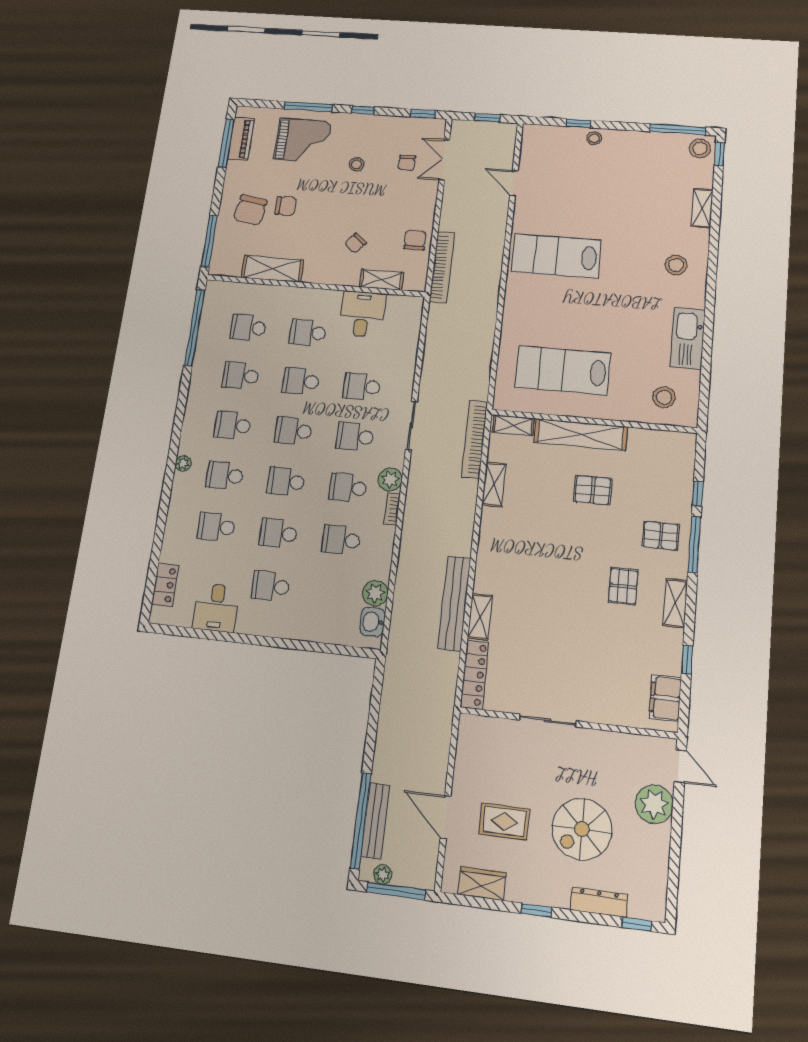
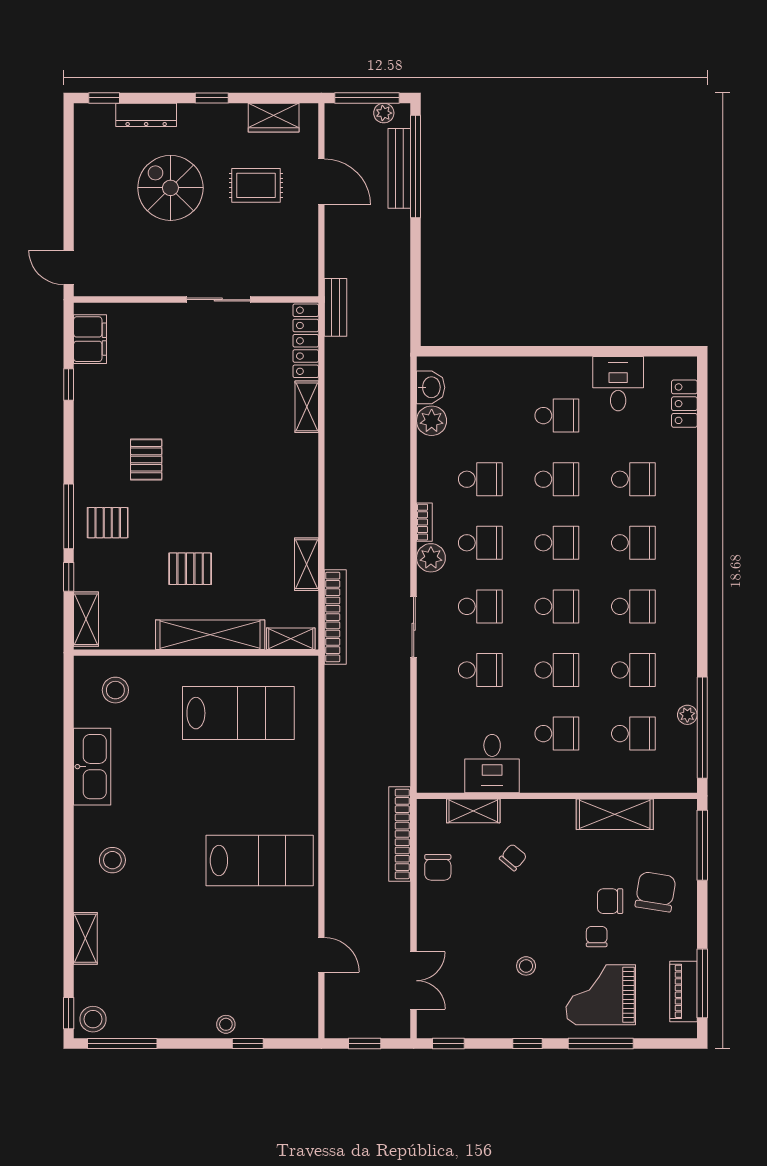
chair: (407, 163) -> (597, 937), moved
plant: (183, 463) -> (687, 715), moved
bench: (454, 603) -> (336, 307), moved, width x0.54, depth x0.82
shelving: (675, 603) -> (86, 619), moved
plant: (654, 804) -> (94, 224), removed
spiral stairs: (582, 829) -> (170, 188), turned -90

